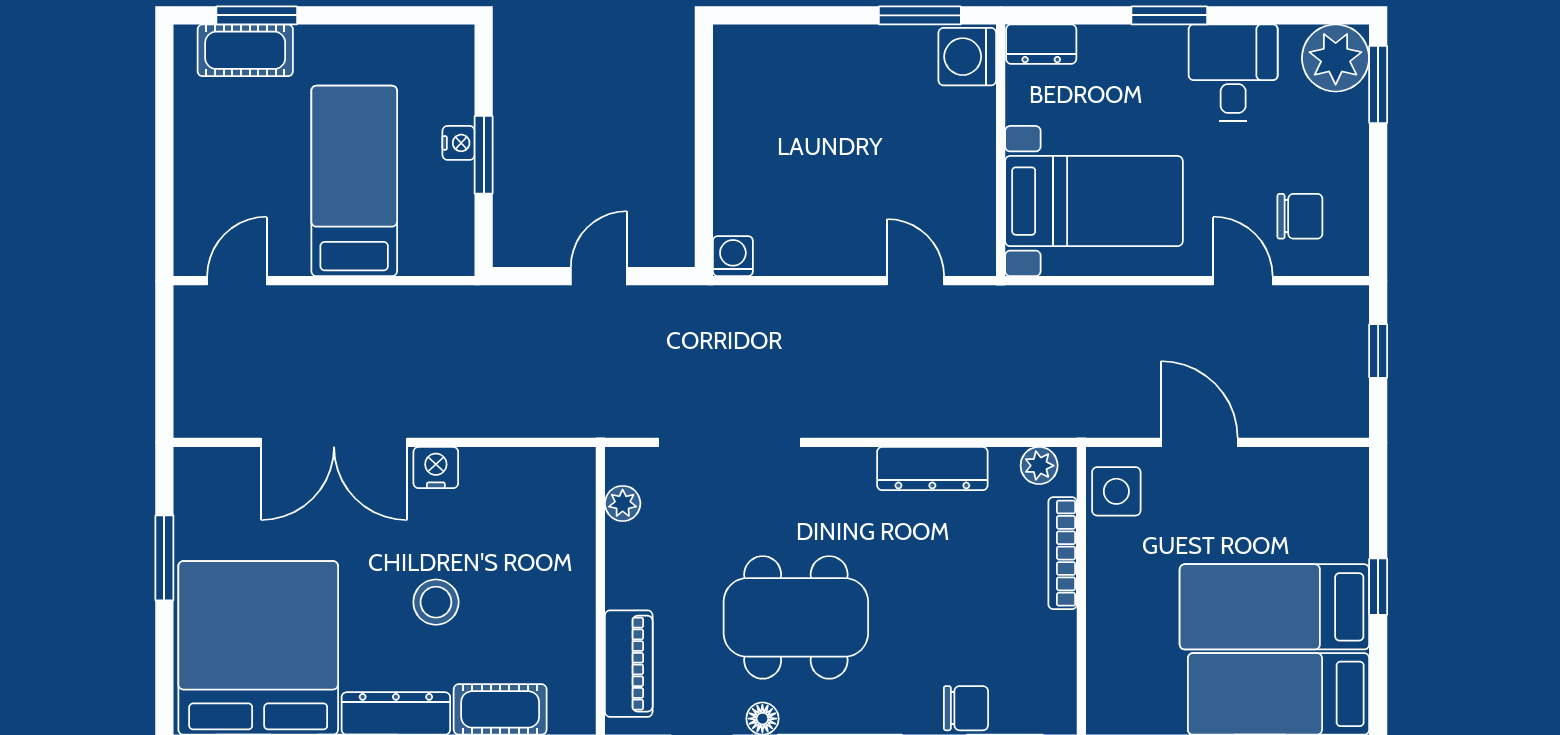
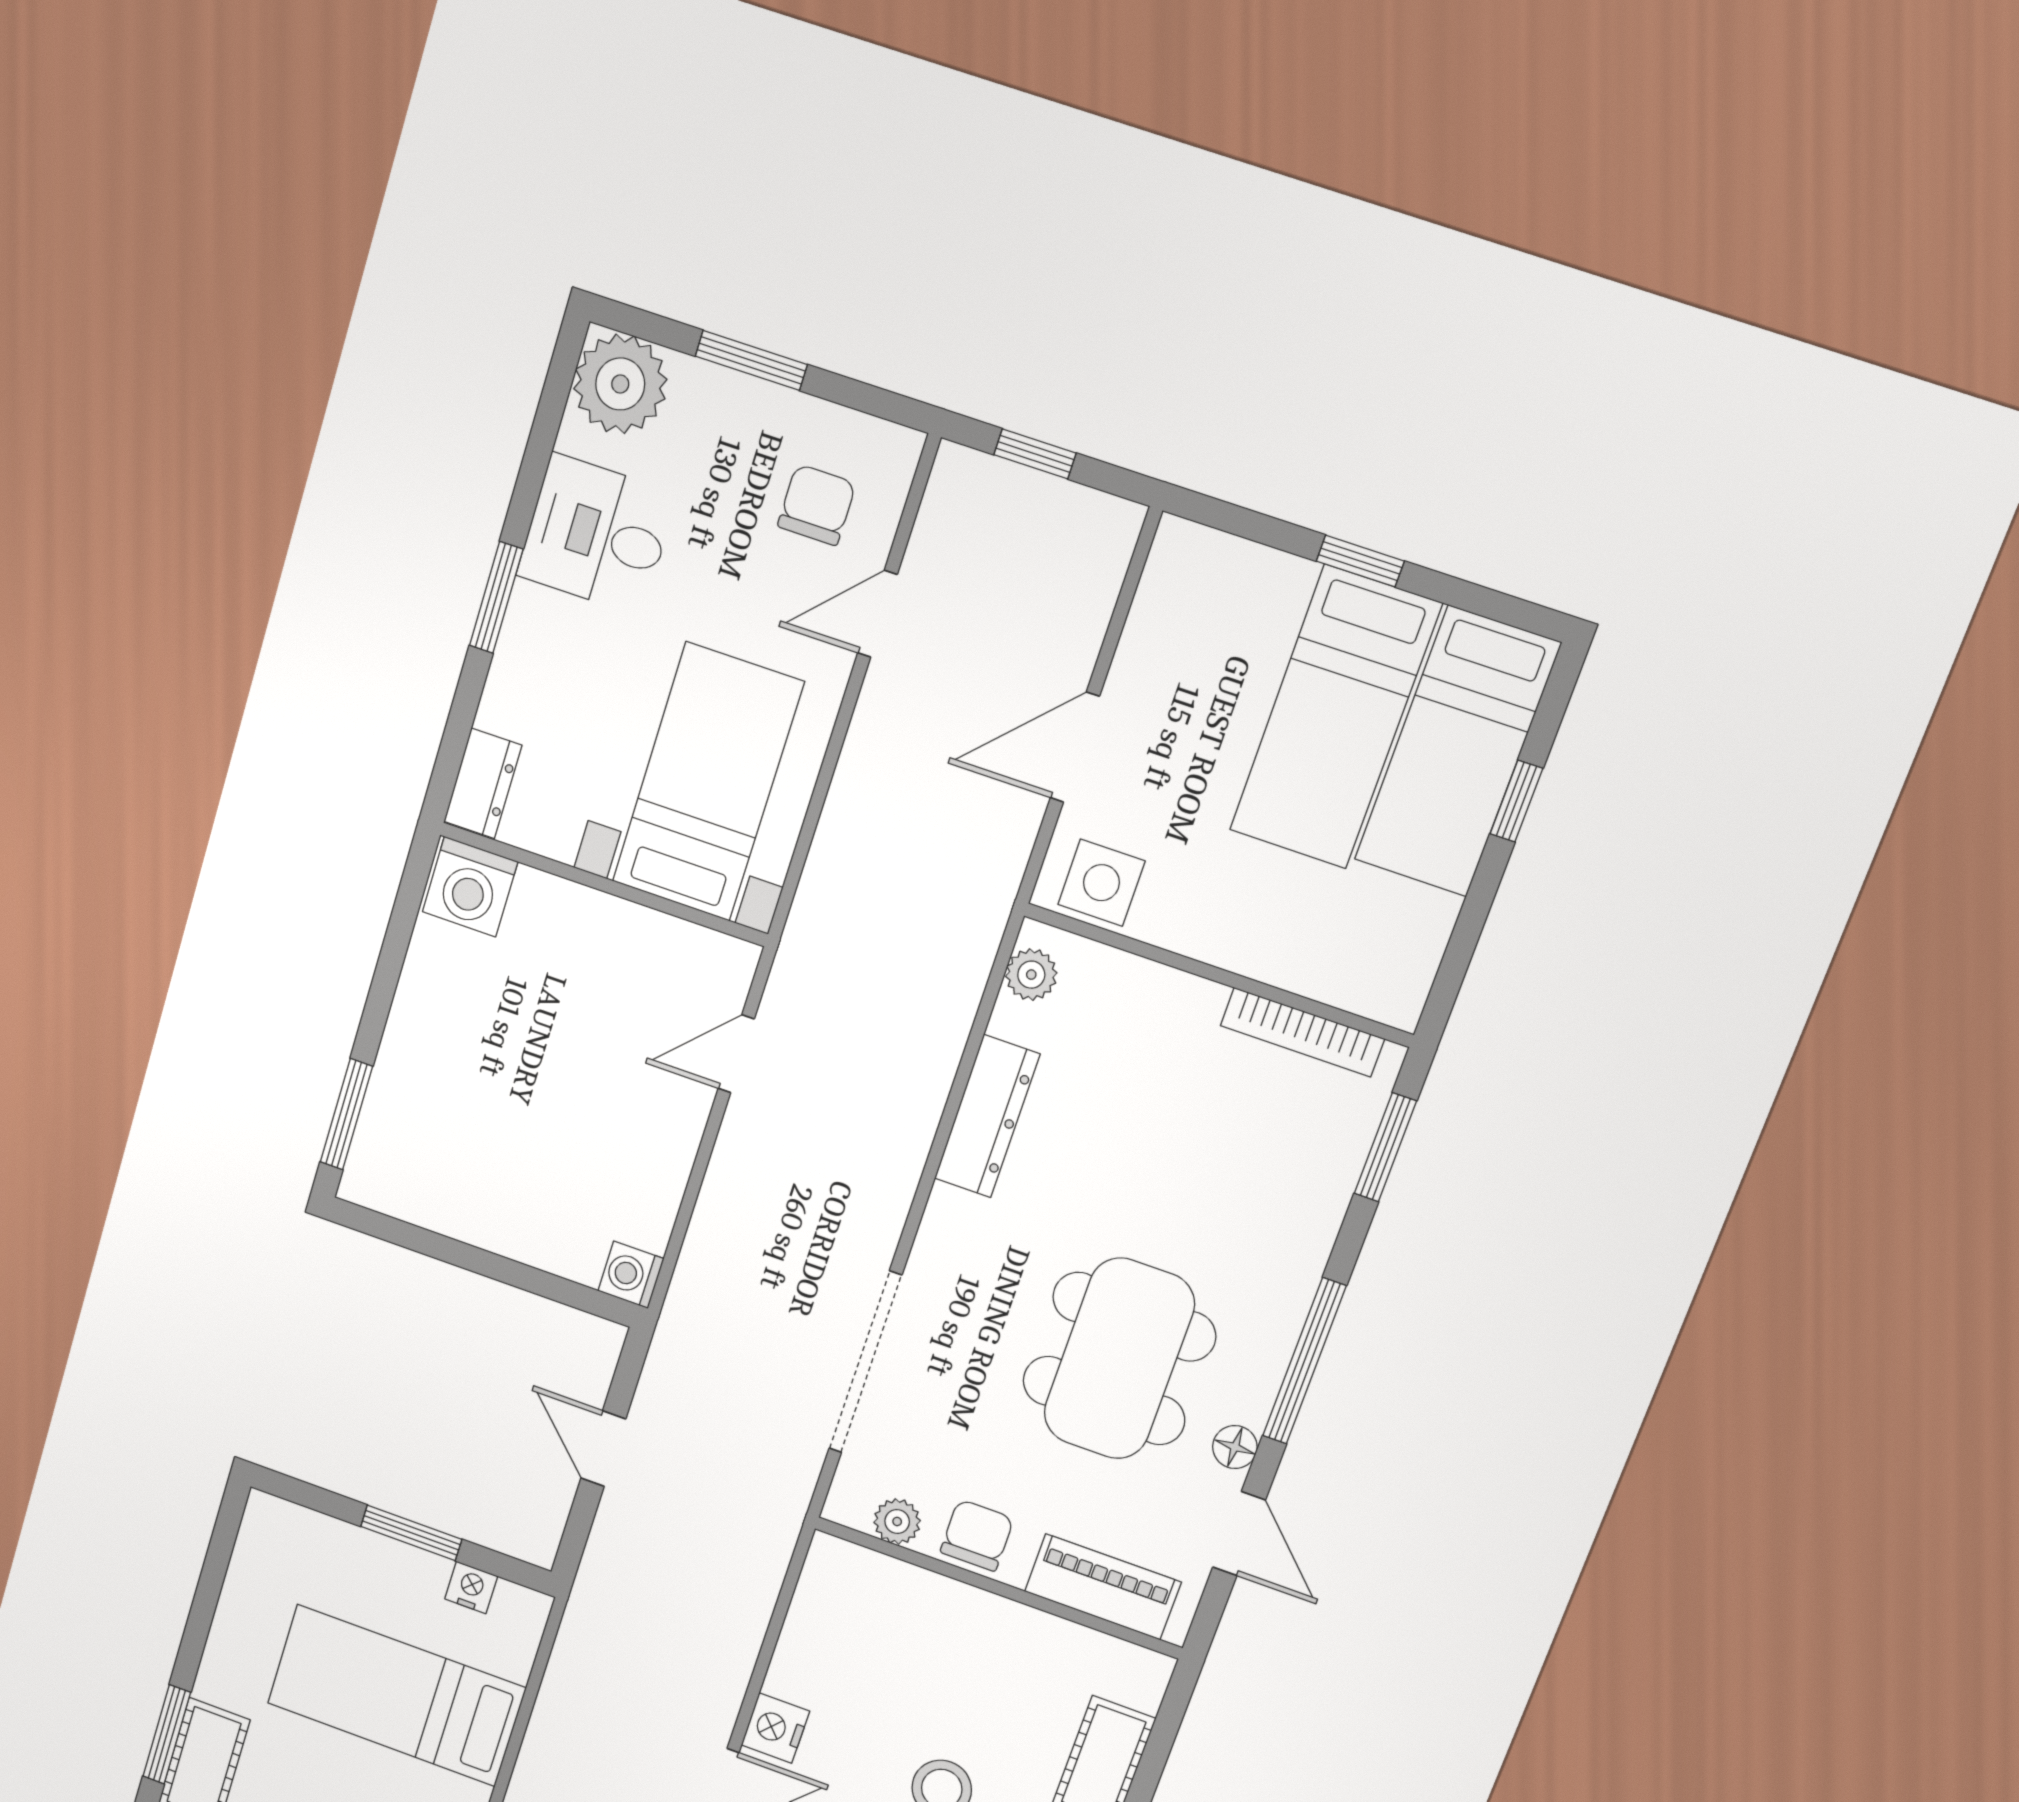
window: (920, 15) -> (346, 1114), moved
window: (1378, 84) -> (751, 360), moved
nightstand: (459, 143) -> (471, 1587), moved
bookcase: (1063, 553) -> (1302, 1032), moved
chair: (966, 708) -> (977, 1535), moved

